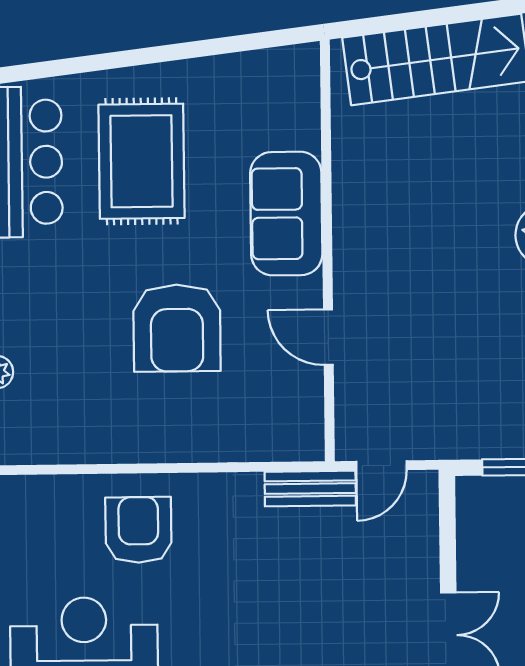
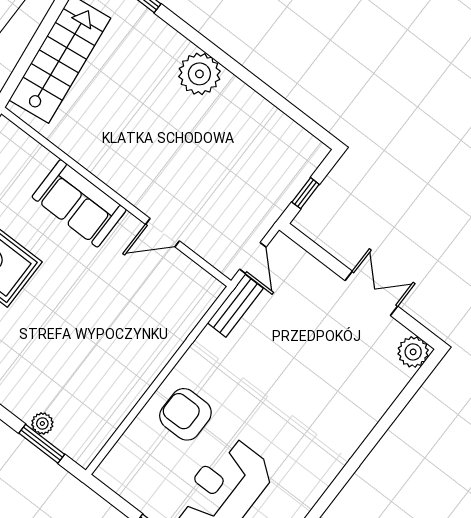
armchair: (177, 328) -> (94, 309), removed

